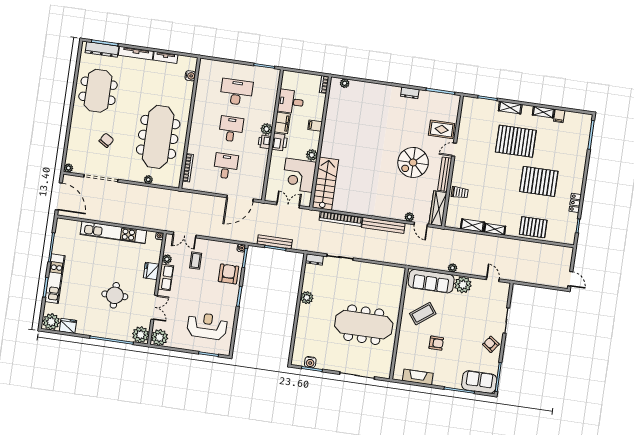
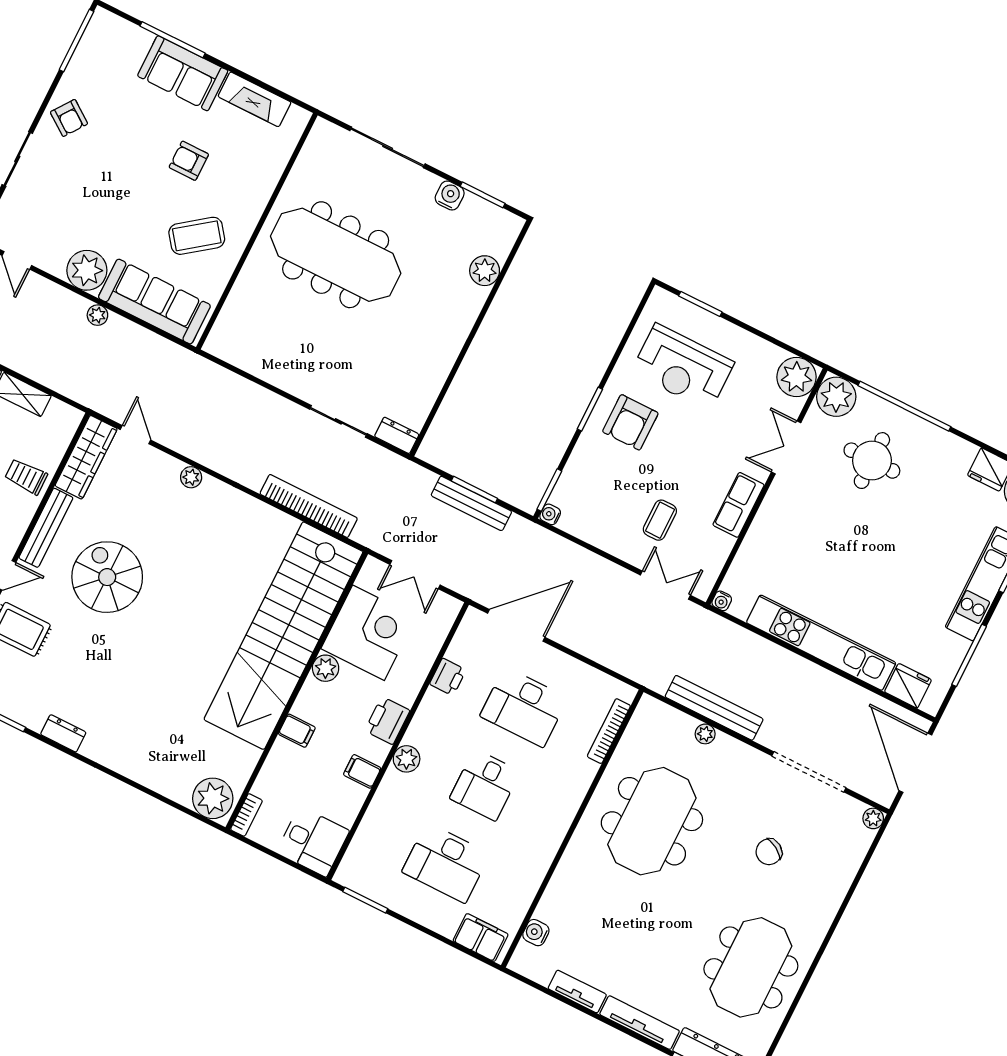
filing cabinet: (212, 66) -> (481, 937), added
plant: (345, 83) -> (213, 798), width x1.87, depth x1.87
desk: (291, 102) -> (313, 842), moved
filing cabinet: (282, 123) -> (362, 771), width x0.50
meeting table: (158, 137) -> (652, 821), width x0.73
printer: (265, 142) -> (448, 677), moved
spiral stairs: (413, 162) -> (107, 577), turned -90
desk: (226, 166) -> (524, 707), width x1.37
stairs: (325, 184) -> (283, 636), width x1.86, depth x1.51
plant: (409, 217) -> (191, 477), moved
bench: (383, 225) -> (714, 708), moved
plant: (167, 259) -> (723, 545), removed
fridge: (151, 271) -> (908, 686), moved, turned -90
armchair: (229, 274) -> (630, 422), moved
round table: (115, 295) -> (872, 461), moved
plant: (307, 298) -> (485, 271), moved
water cooler: (310, 362) -> (450, 195), moved
sofa: (479, 382) -> (183, 73), moved

